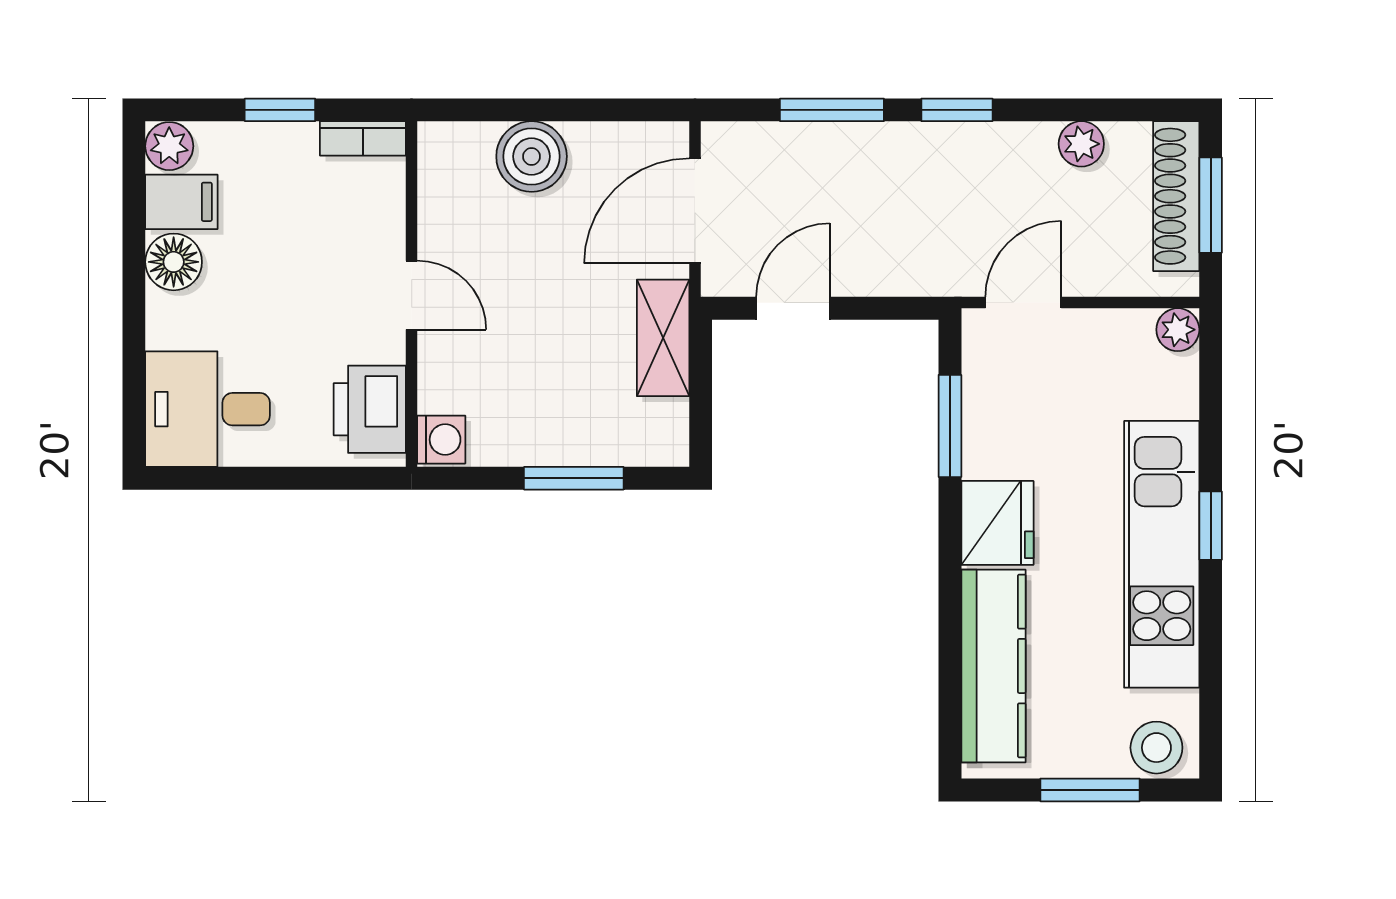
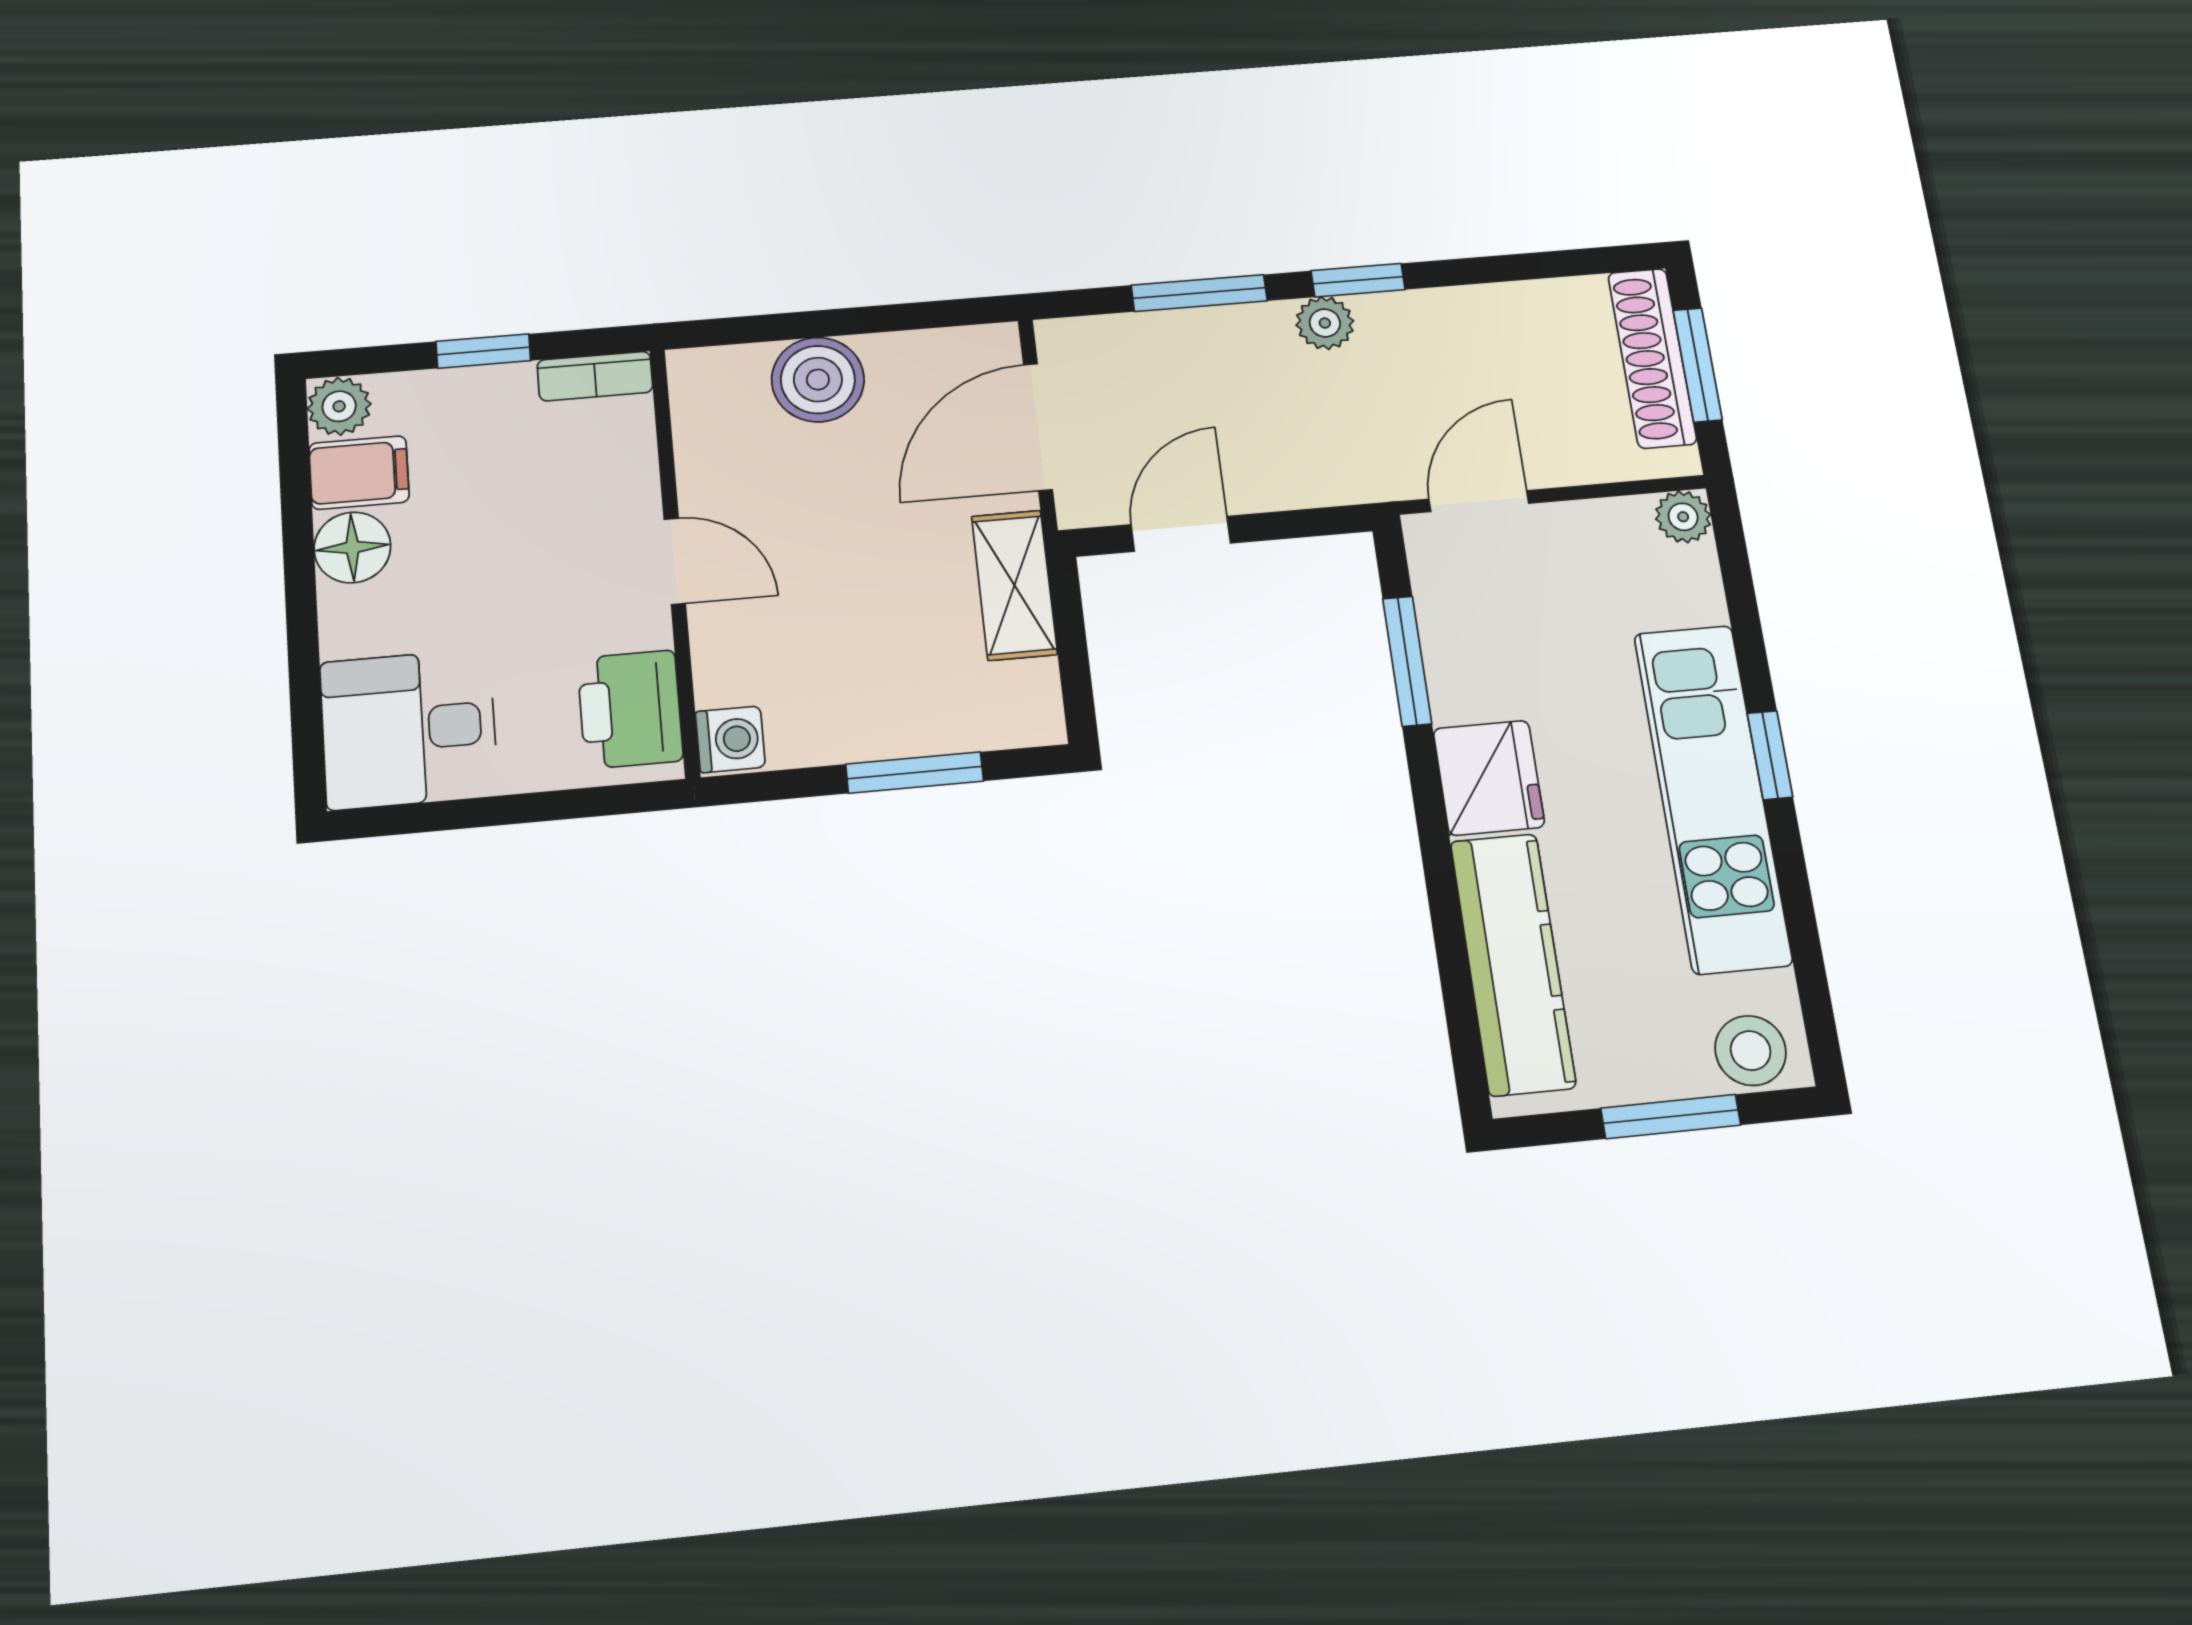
plant: (1081, 144) -> (1325, 323), moved

